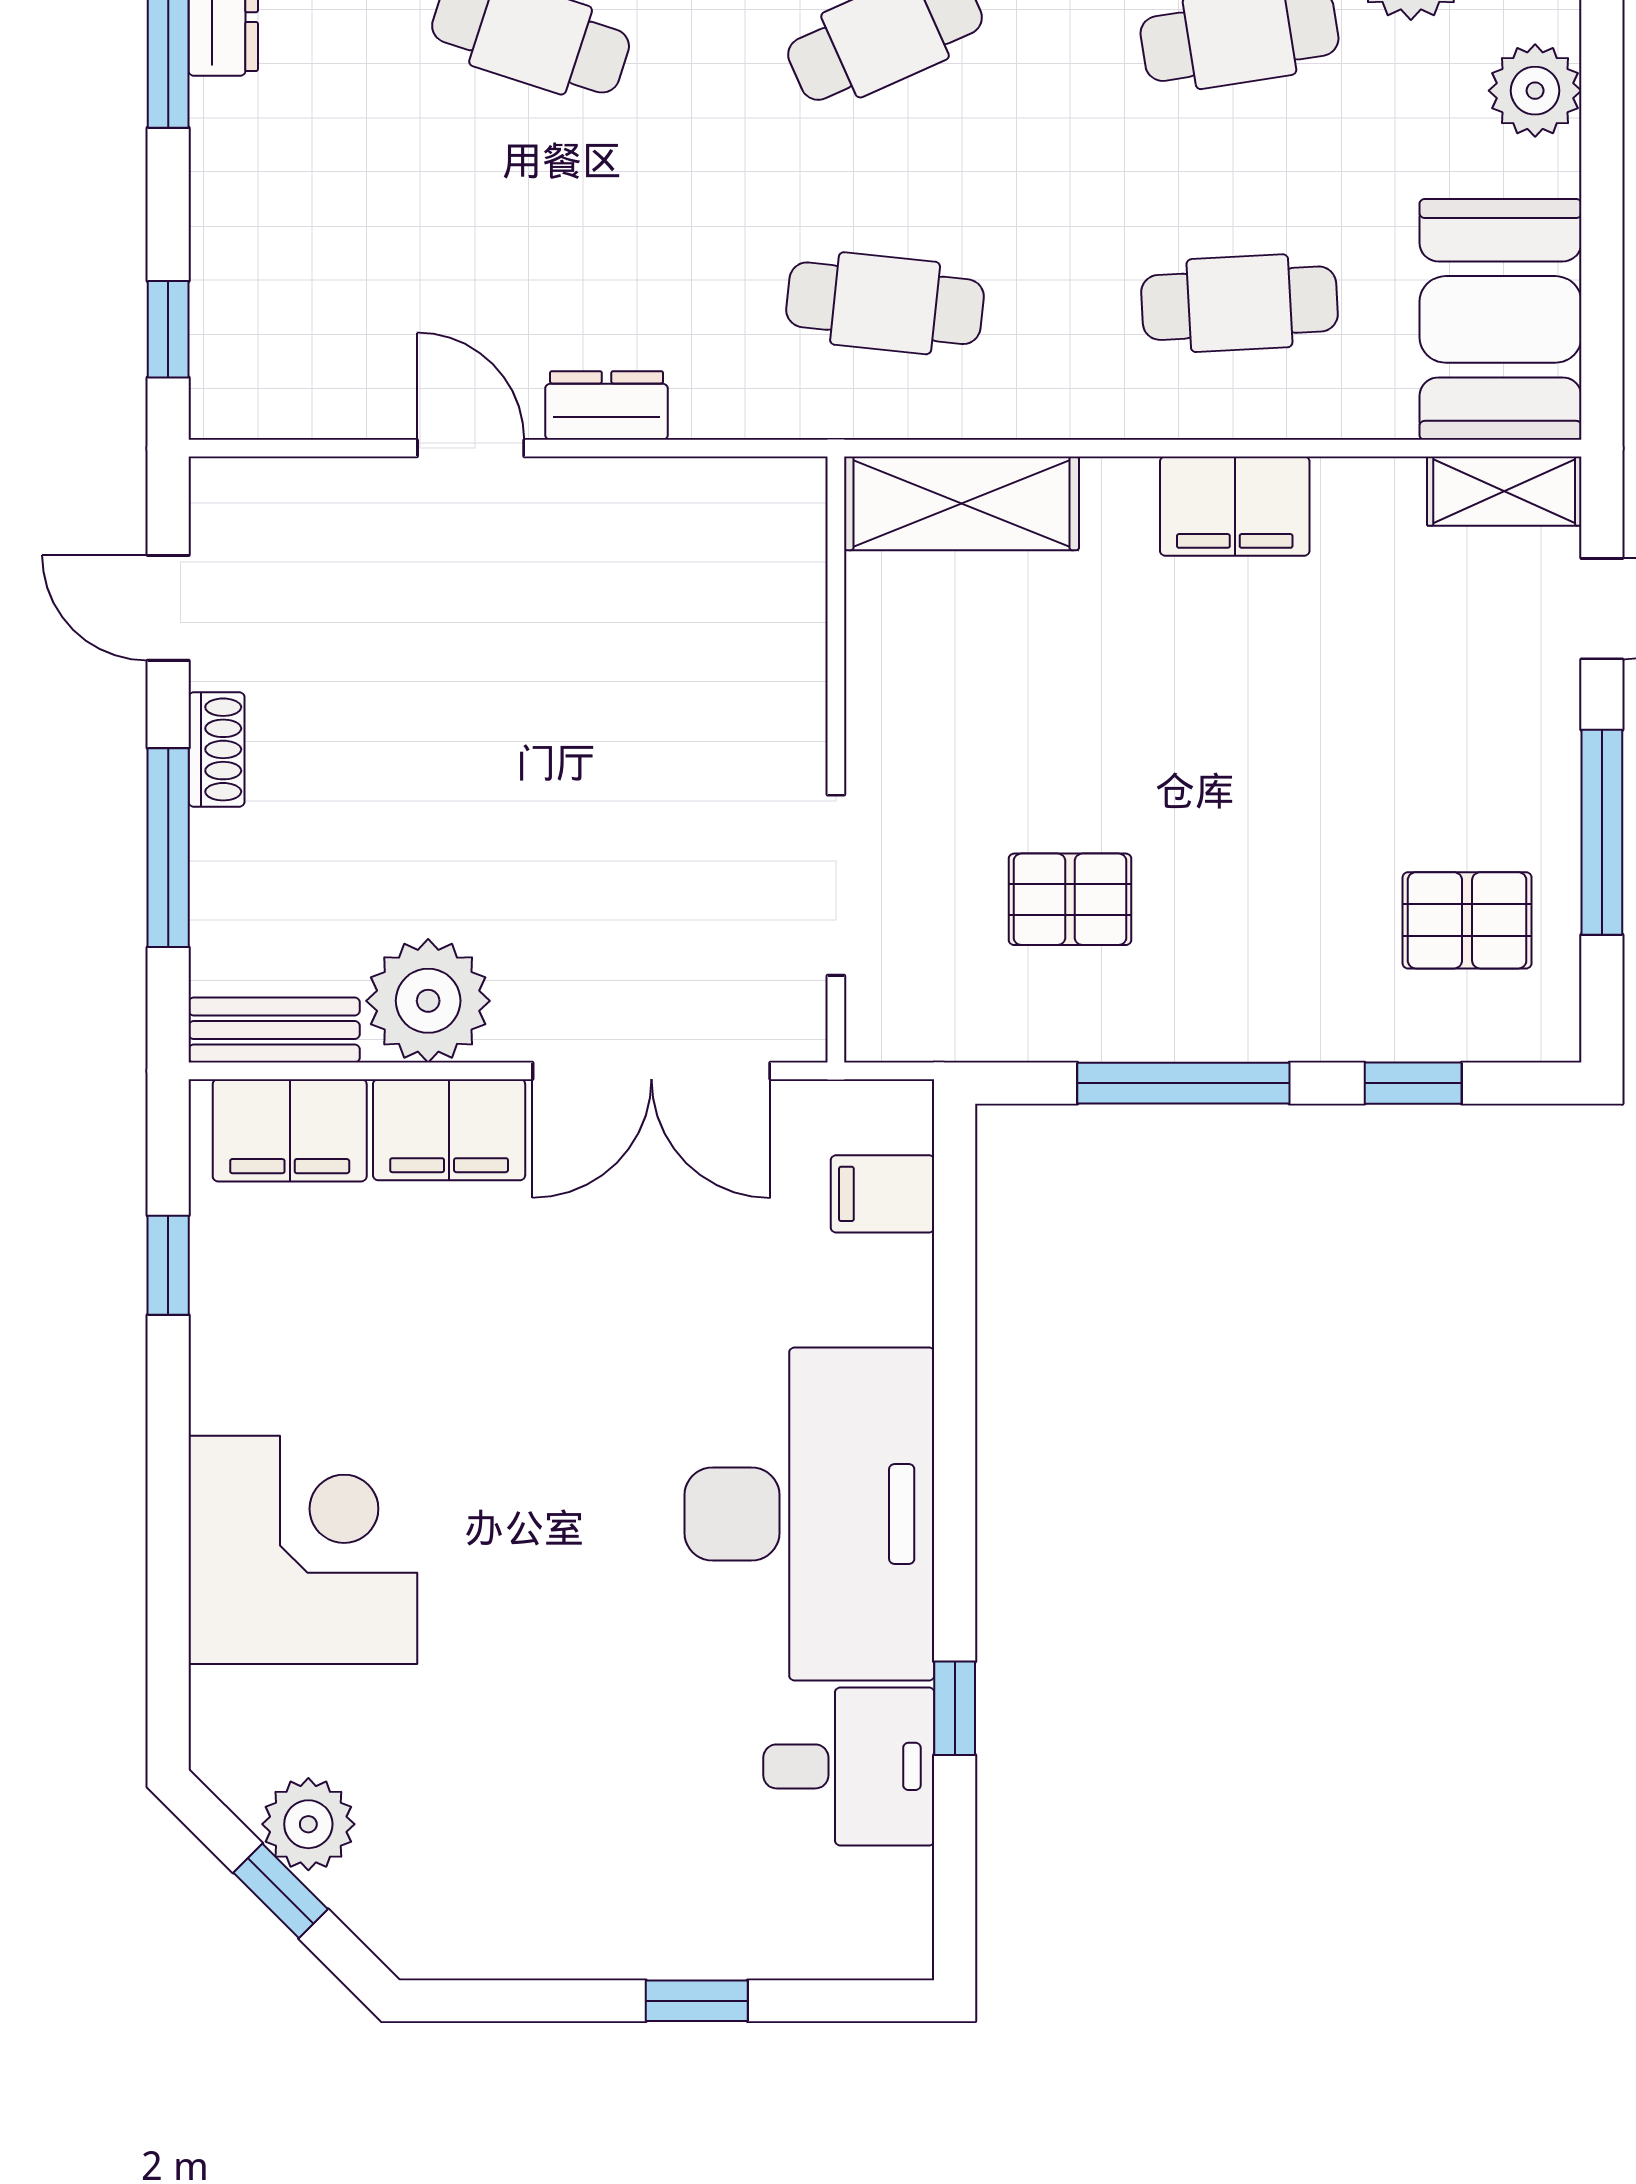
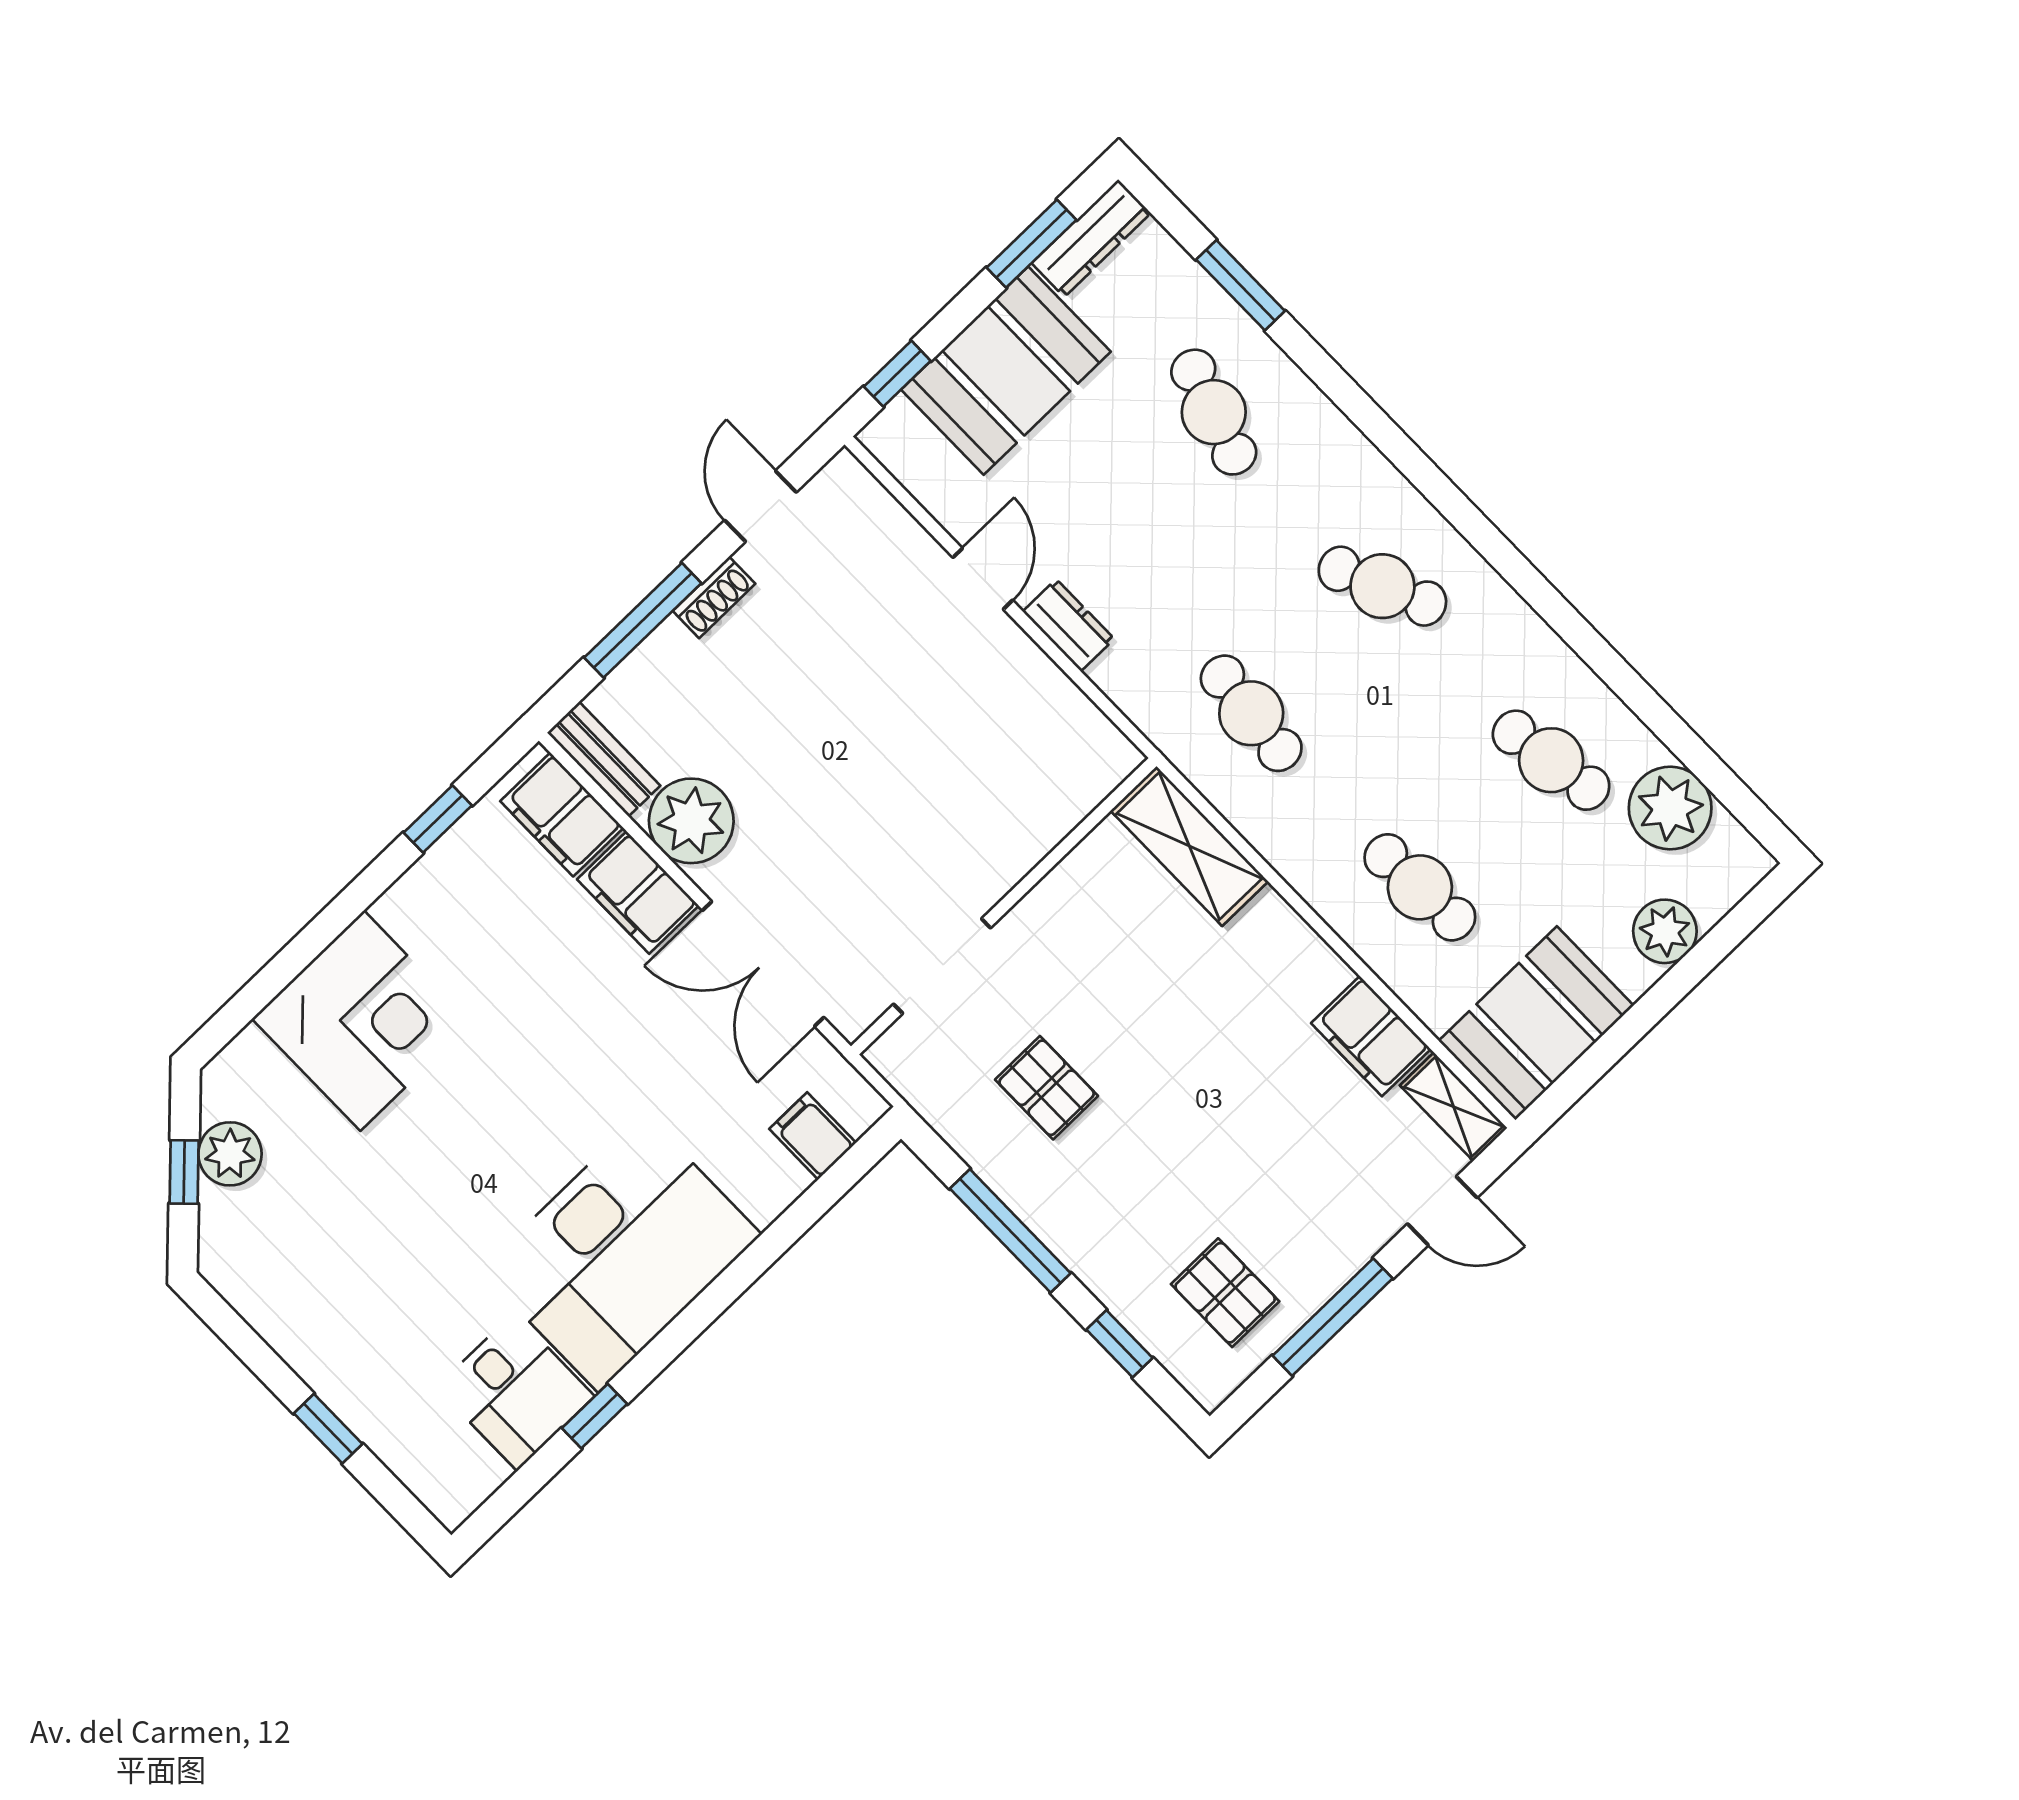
booth: (276, 212) -> (1006, 371), added
filing cabinet: (1235, 506) -> (1371, 1036), moved

